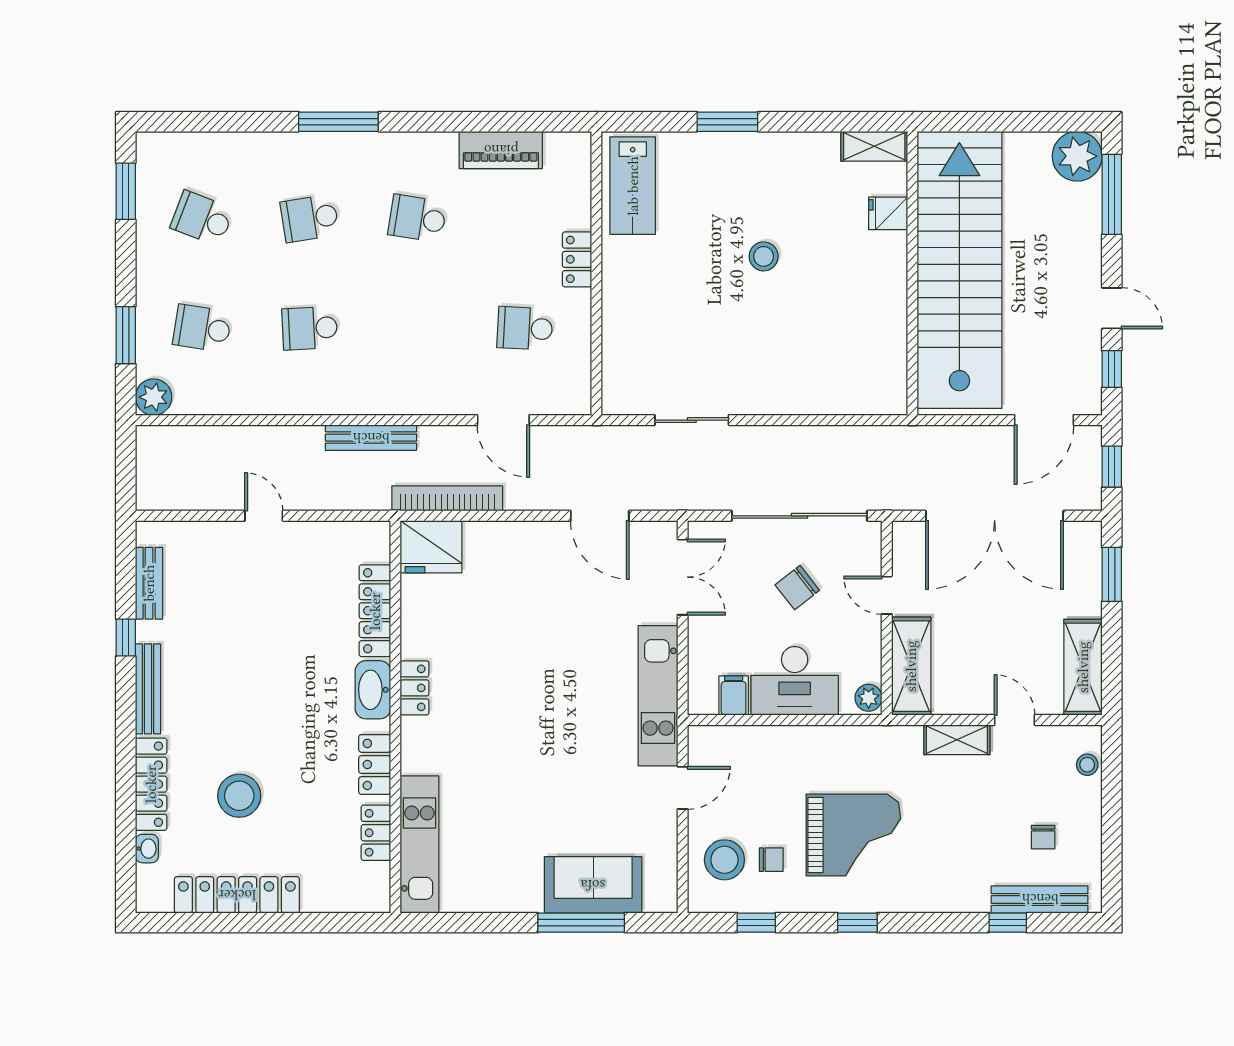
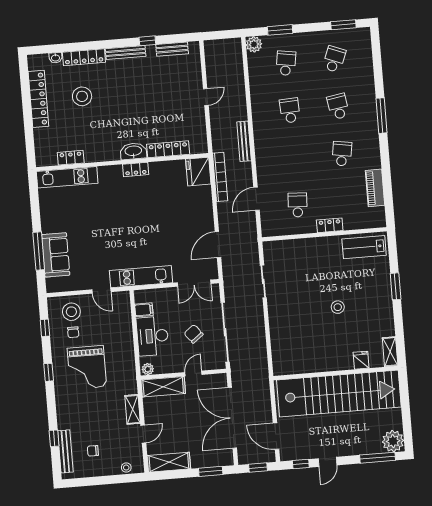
locker: (375, 764) -> (101, 155), removed

